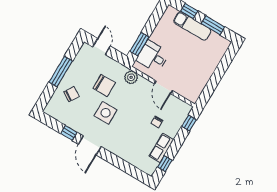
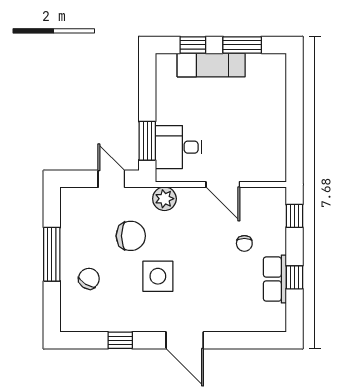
door: (101, 47) -> (111, 179), moved
door: (90, 145) -> (185, 340), moved
window: (165, 164) -> (294, 277), moved

